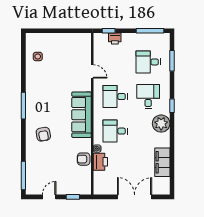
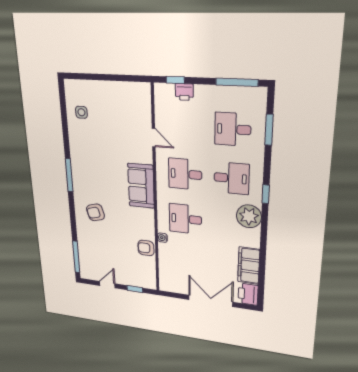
desk: (148, 96) -> (231, 178), turned 90
sofa: (81, 115) -> (141, 186), width x0.73
armchair: (43, 134) -> (95, 212), turned 85
printer: (100, 162) -> (248, 294), moved, turned 180

